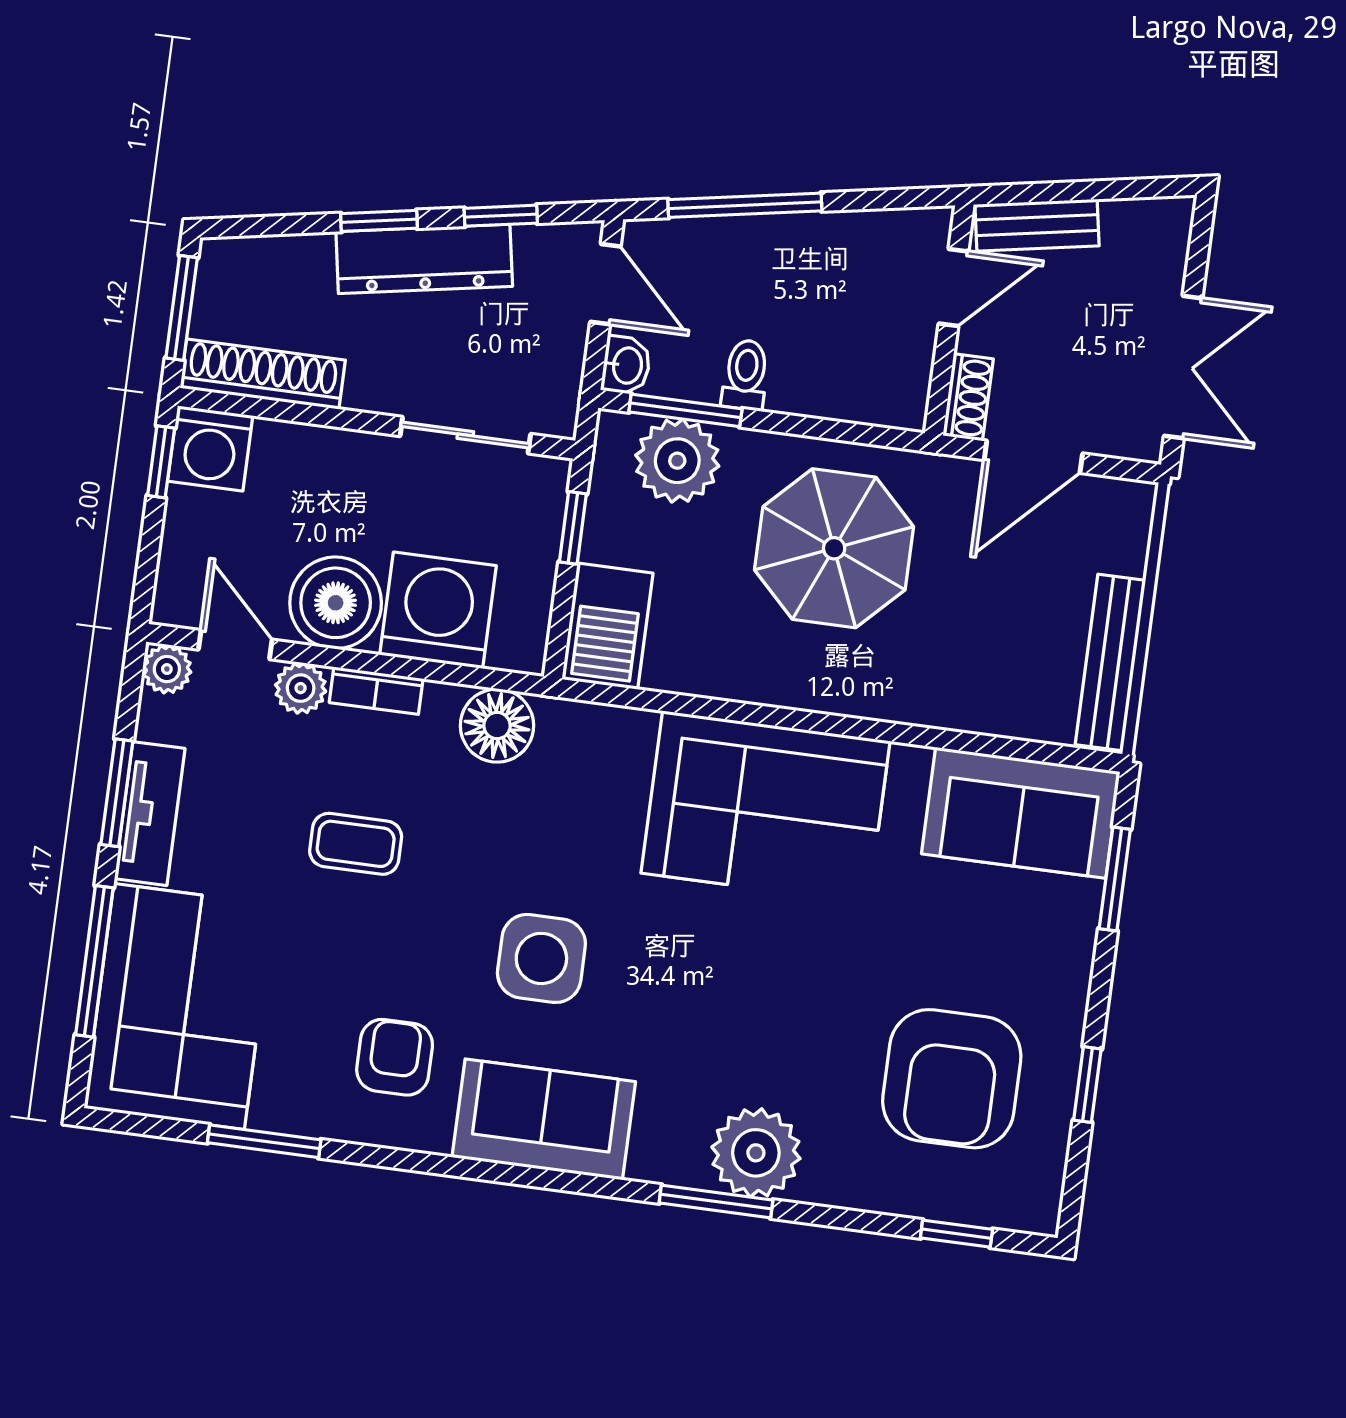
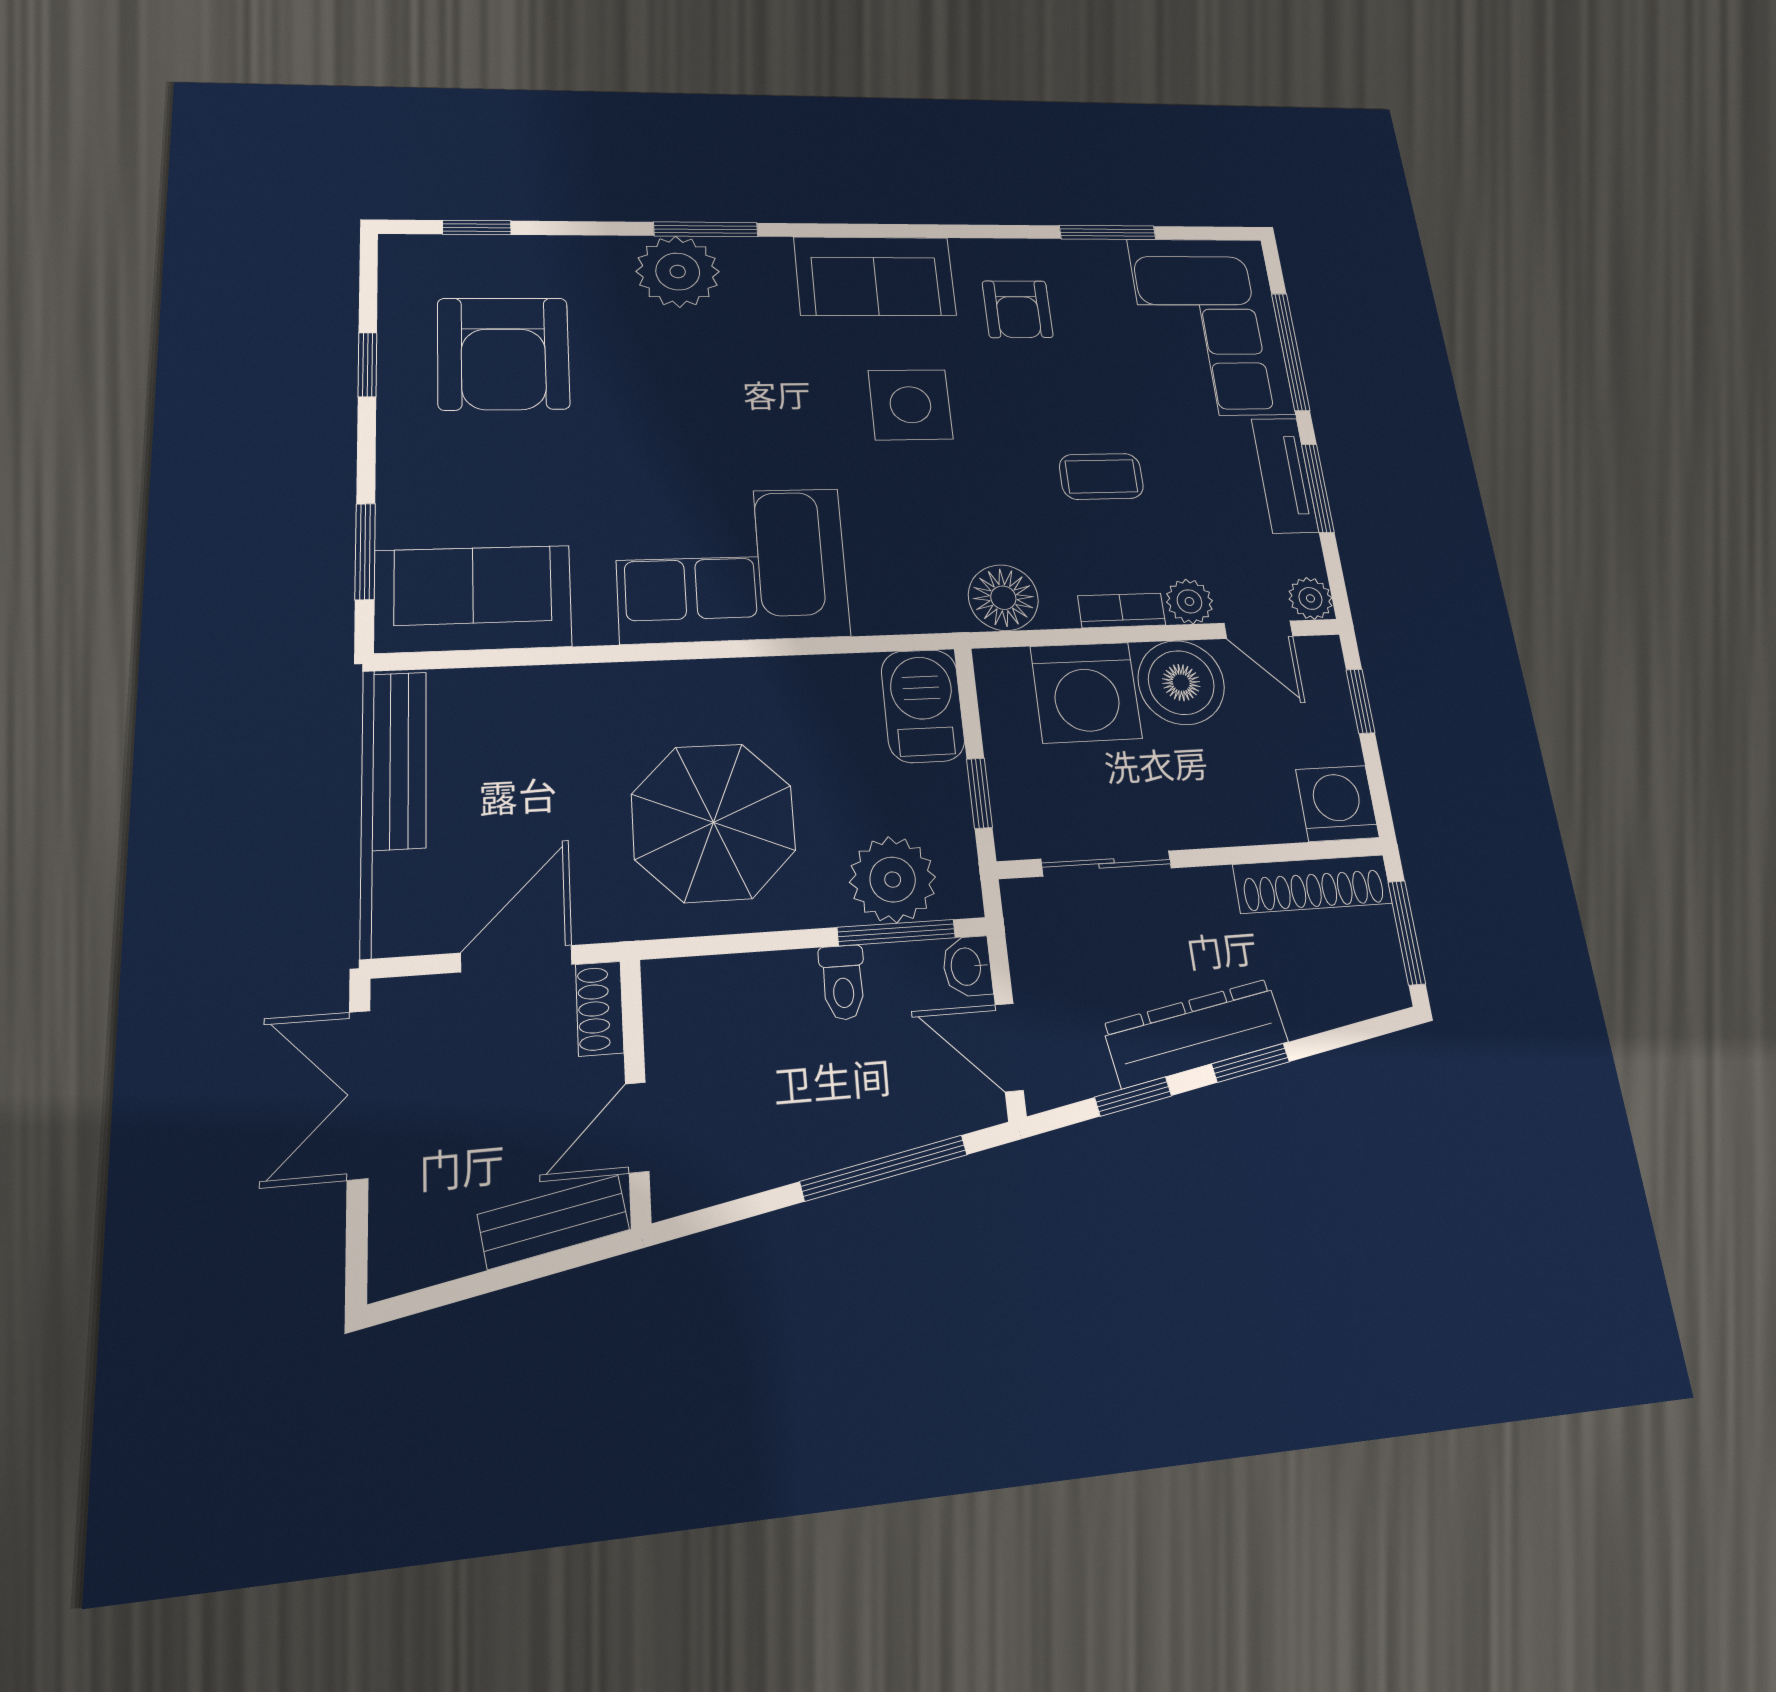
window: (161, 462) -> (1360, 701), moved
armchair: (952, 1079) -> (503, 353), turned 180

